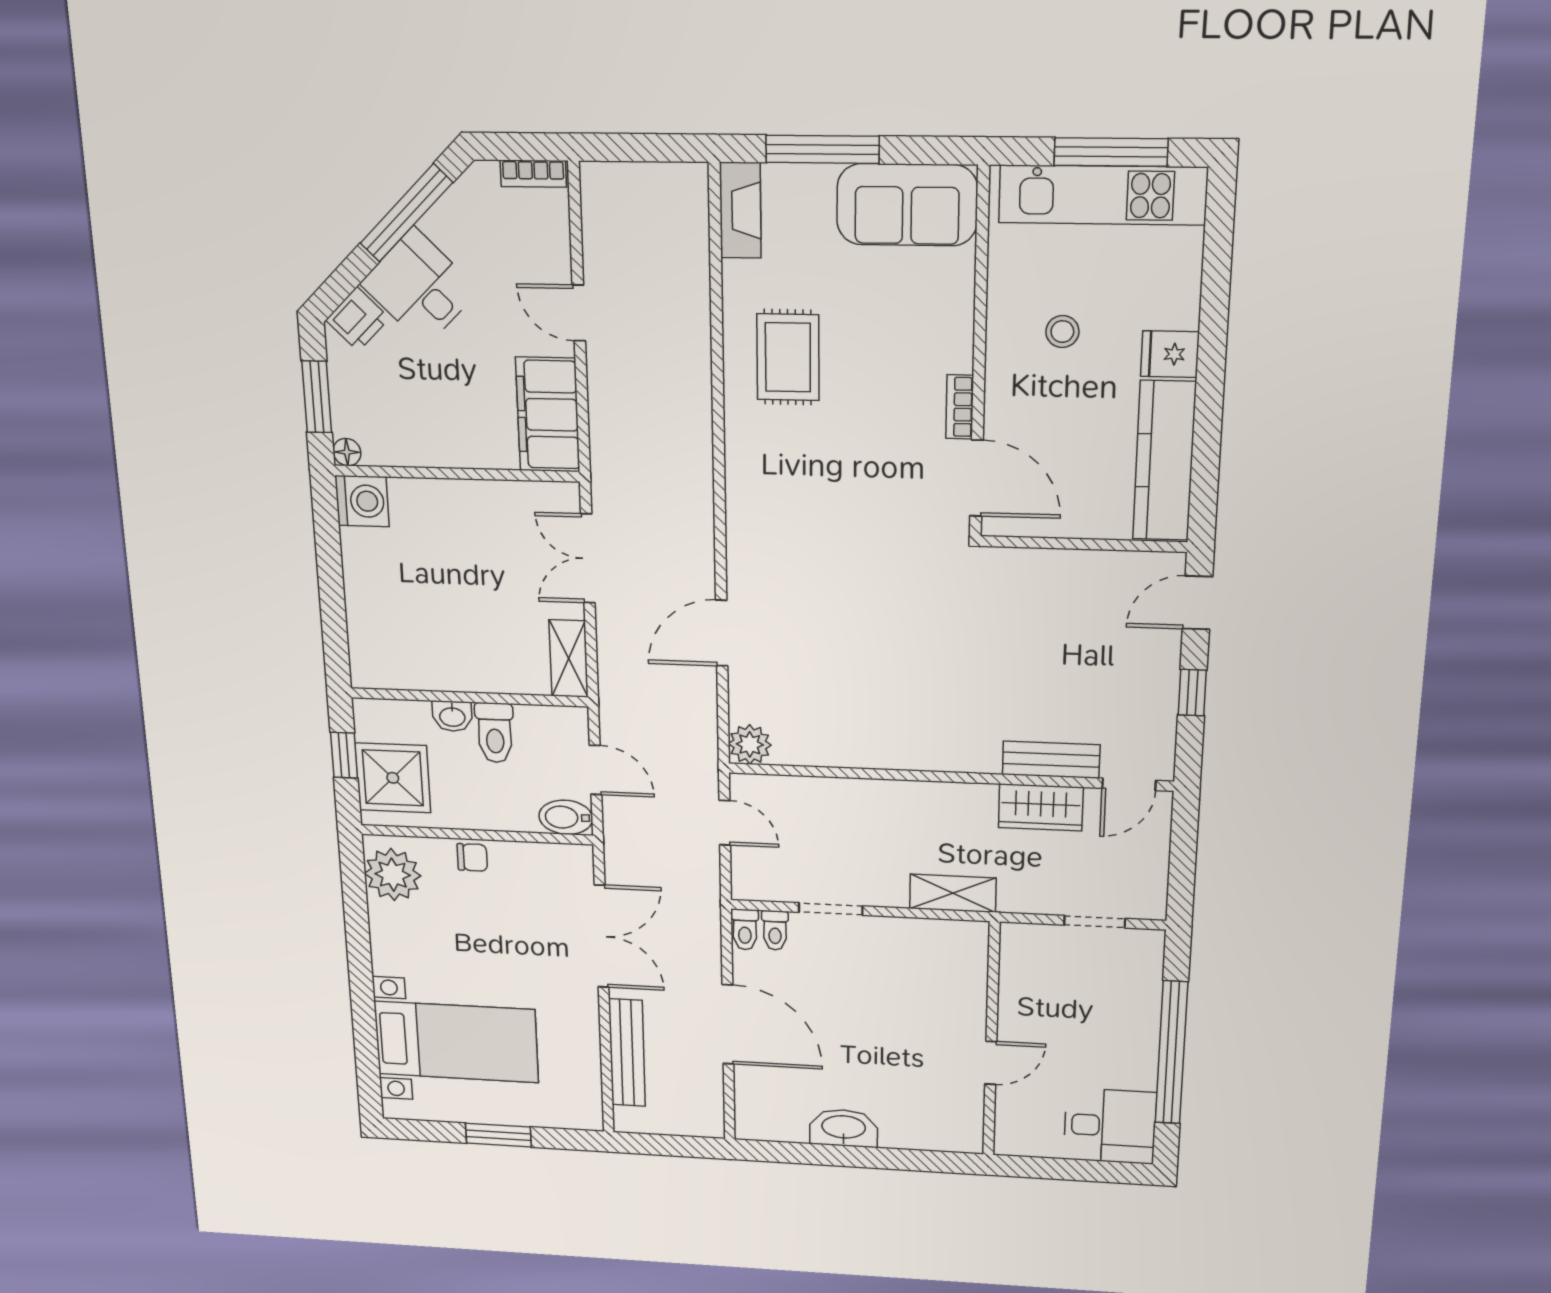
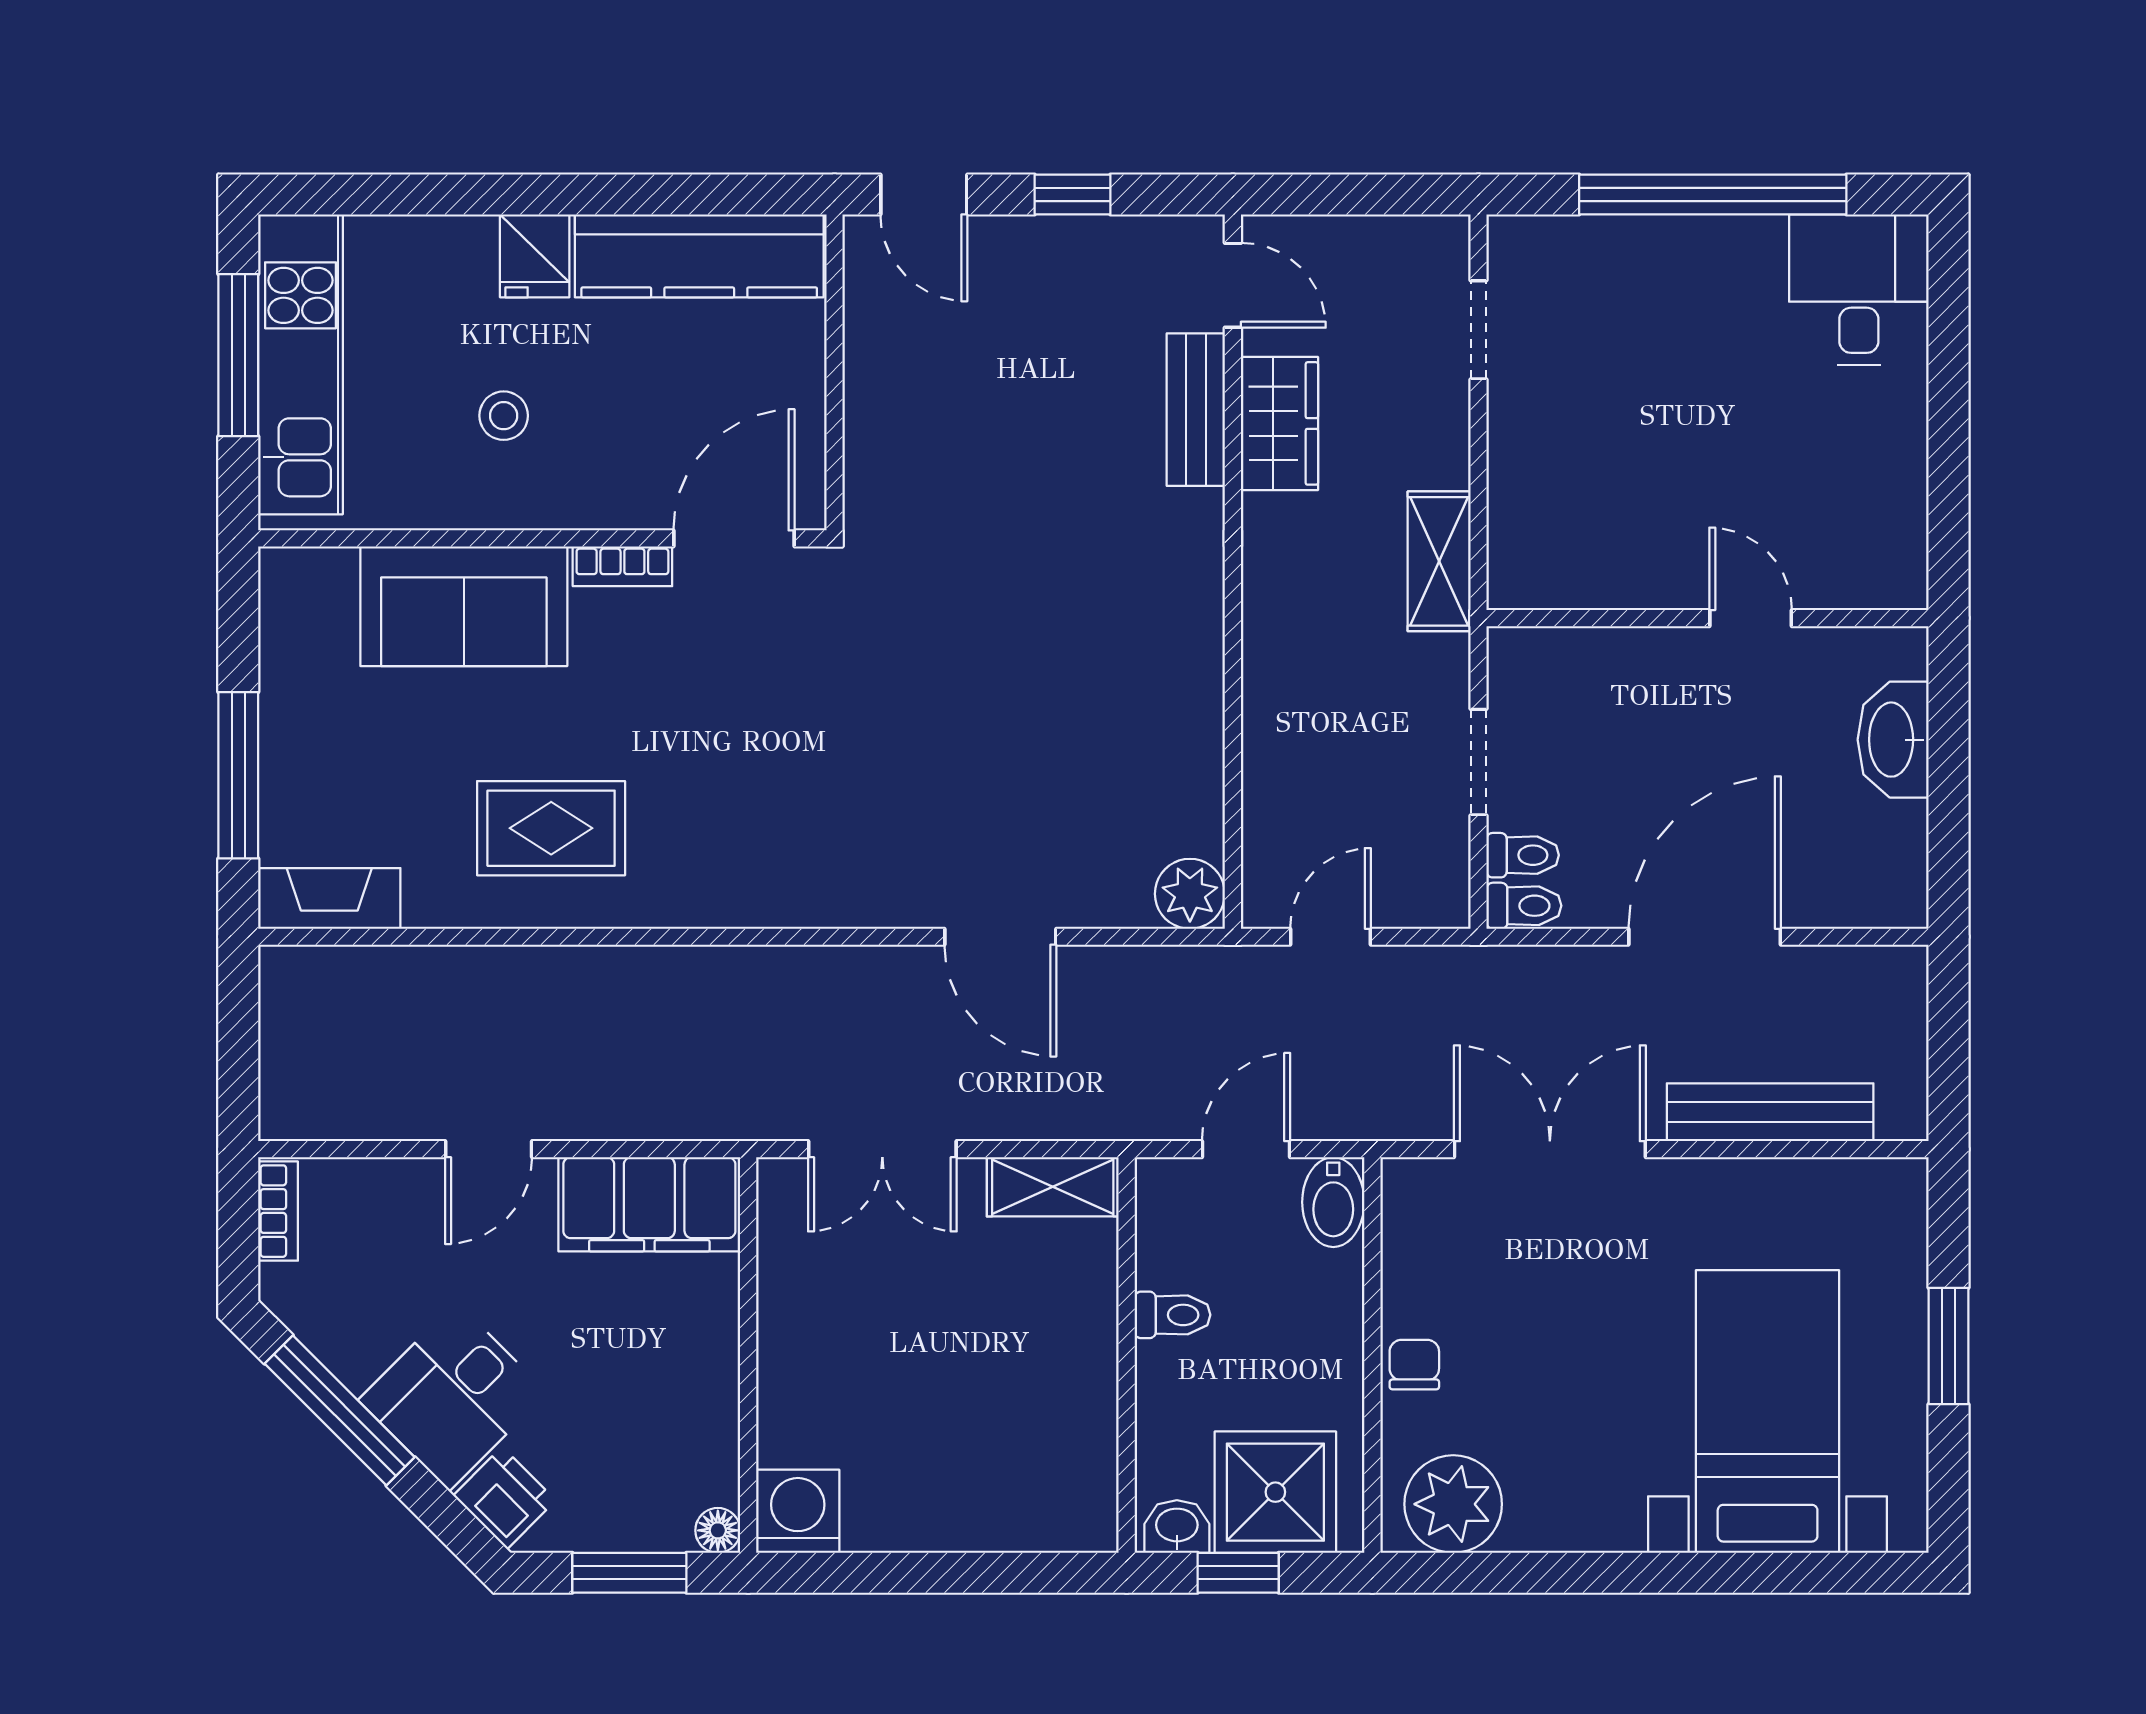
sofa: (907, 205) -> (464, 606), moved, turned 90
washbasin: (452, 716) -> (1177, 1527), moved, turned -90
toilet: (495, 733) -> (1172, 1315), width x0.73, depth x0.72
wall: (991, 1040) -> (1708, 618), moved
door: (991, 1063) -> (1751, 618), moved

